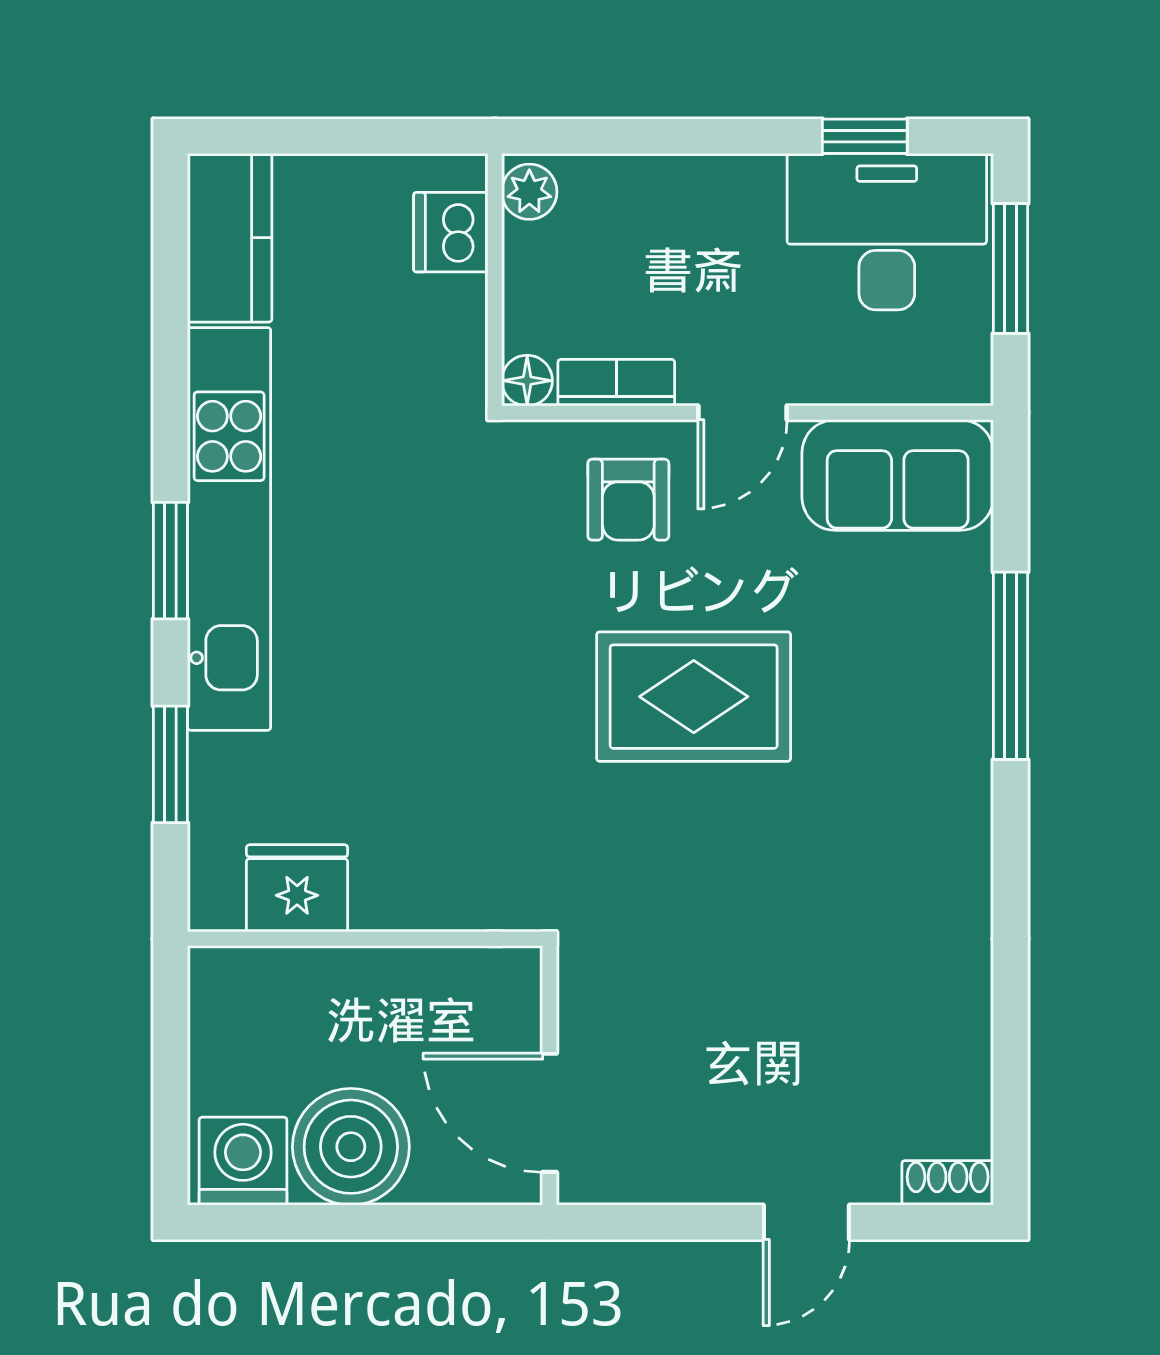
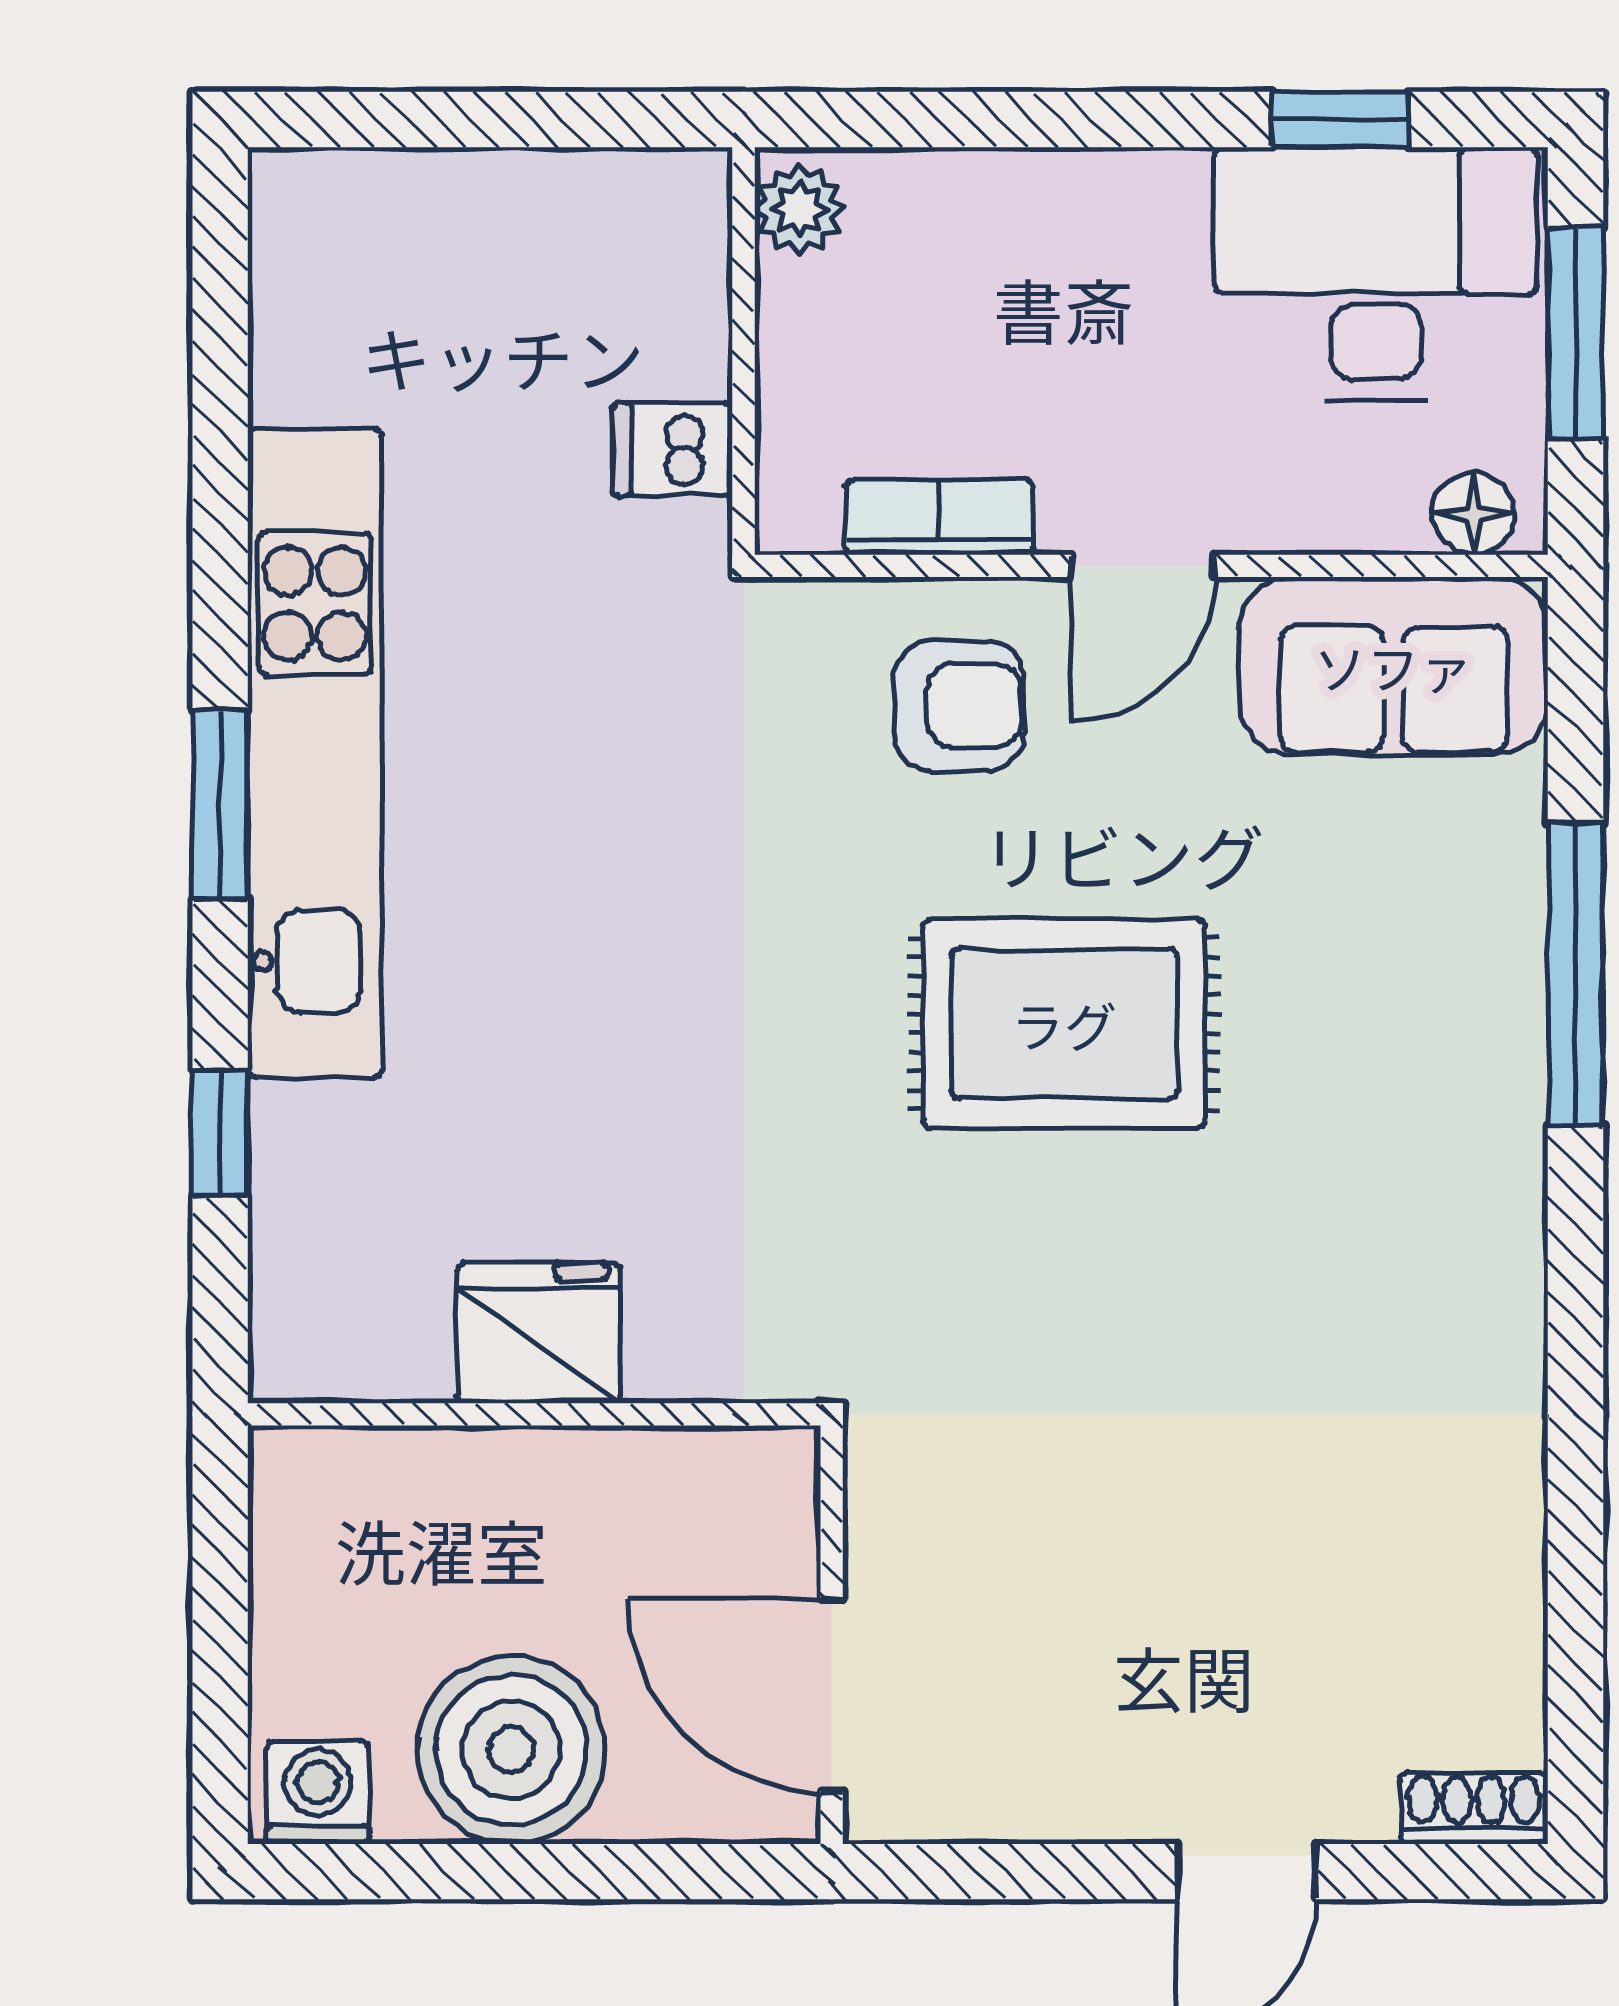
dishwasher: (451, 232) -> (672, 450), moved, width x0.73
kitchen counter: (230, 238) -> (316, 283), removed
floor lamp: (527, 381) -> (1473, 514), moved
armchair: (628, 500) -> (959, 706), turned -90
window: (170, 764) -> (220, 1133), width x0.67
fridge: (297, 888) -> (539, 1333), moved
washing machine: (243, 1161) -> (318, 1793), width x0.73, depth x0.73

